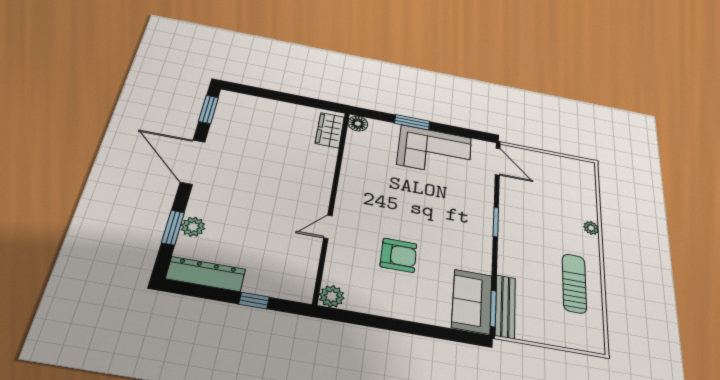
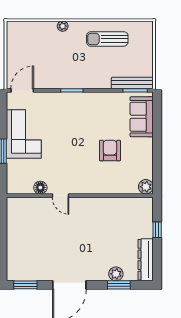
floor lamp: (358, 124) -> (40, 188), moved
wardrobe: (330, 130) -> (23, 205), removed
door: (328, 227) -> (61, 196), moved
sofa: (472, 301) -> (142, 117), moved, turned 90

